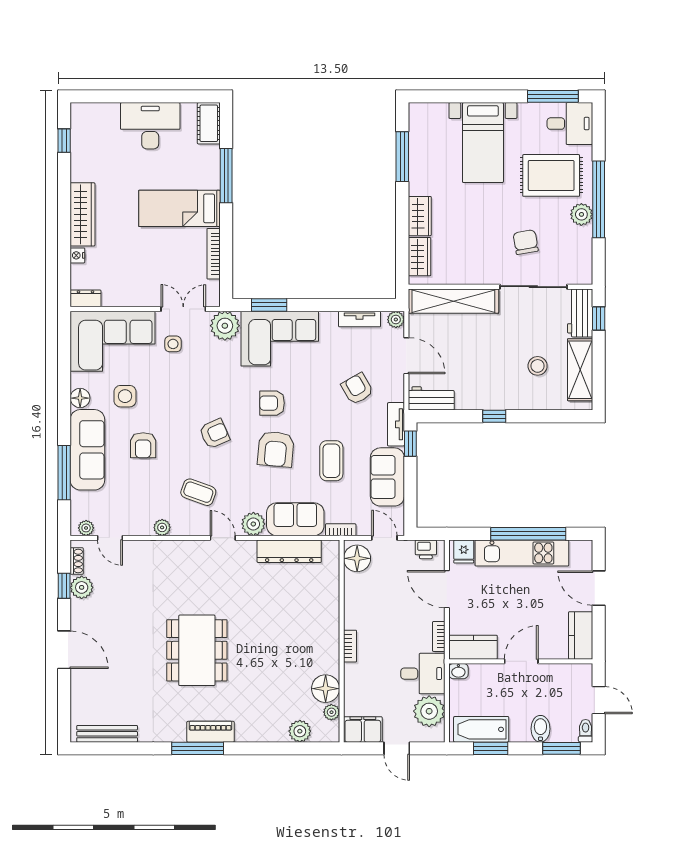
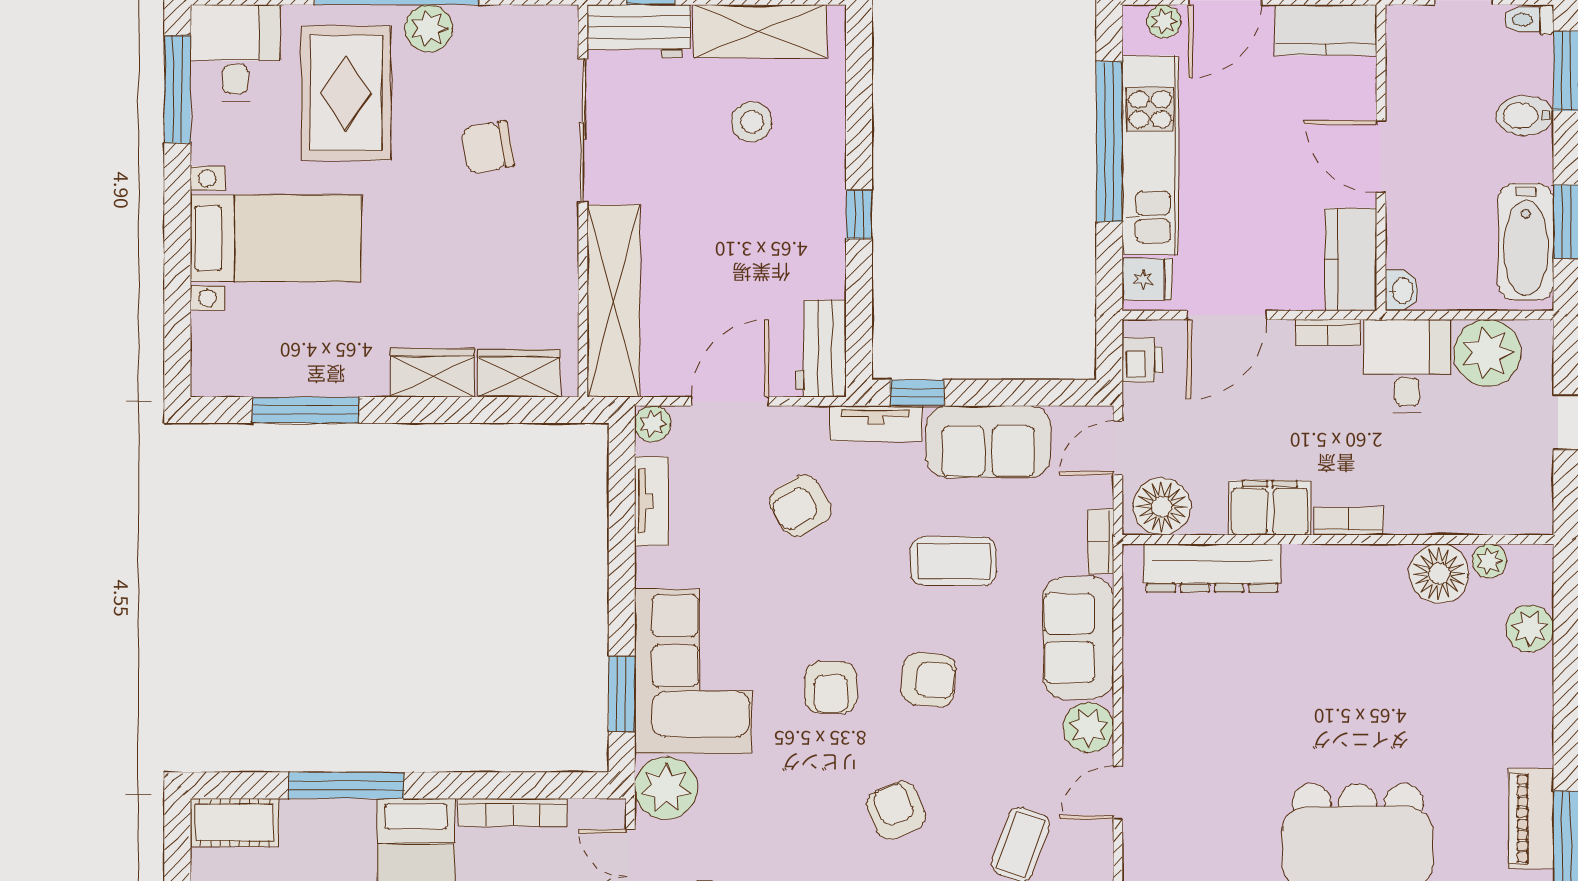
armchair: (276, 449) -> (929, 680), width x0.72, depth x0.72
dresser: (289, 551) -> (1212, 568), moved, turned 90
plant: (585, 559) -> (1164, 21), added
filing cabinet: (363, 729) -> (1270, 508), moved, turned 90

